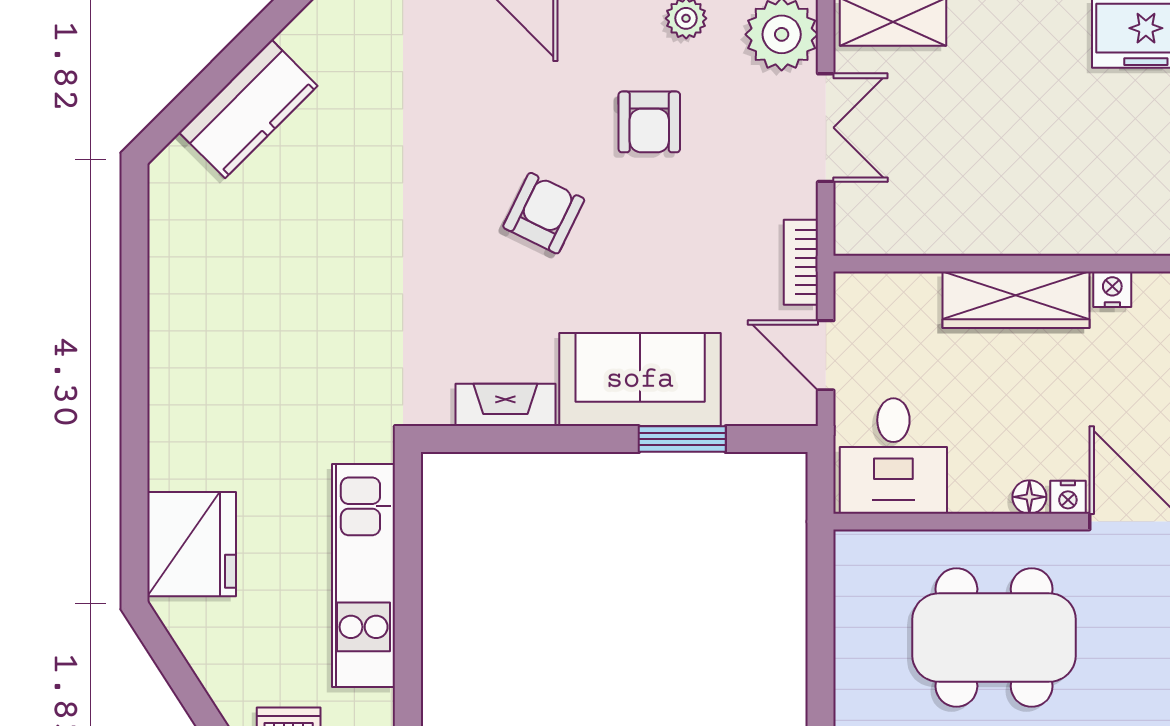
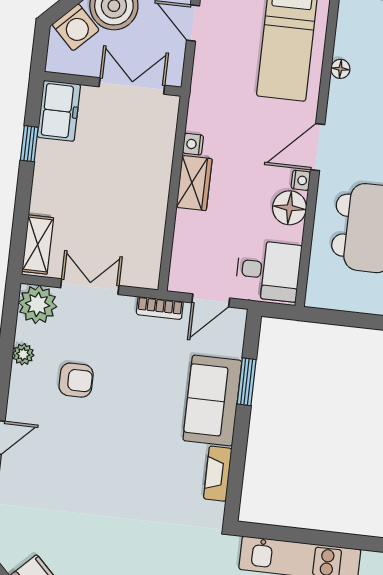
armchair: (544, 213) -> (118, 442), removed
wardrobe: (1016, 300) -> (194, 183), width x0.67
floor lamp: (1029, 497) -> (290, 208), width x1.89, depth x1.89

